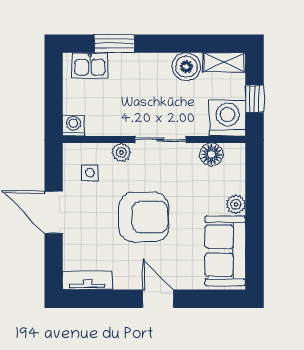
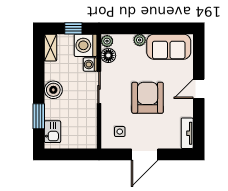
boiler: (186, 67) -> (53, 90), moved
washing machine: (73, 125) -> (90, 64), moved
plant: (121, 152) -> (107, 41), moved

